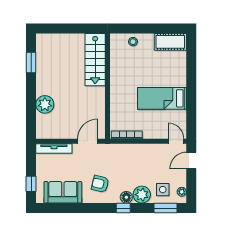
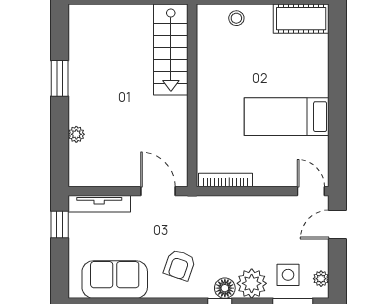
window: (31, 63) -> (60, 78), moved
plant: (45, 104) -> (76, 134), width x0.53, depth x0.53
door: (88, 141) -> (158, 191), hinge flipped
window: (31, 184) -> (60, 224), moved
armchair: (100, 184) -> (179, 265), turned -85

